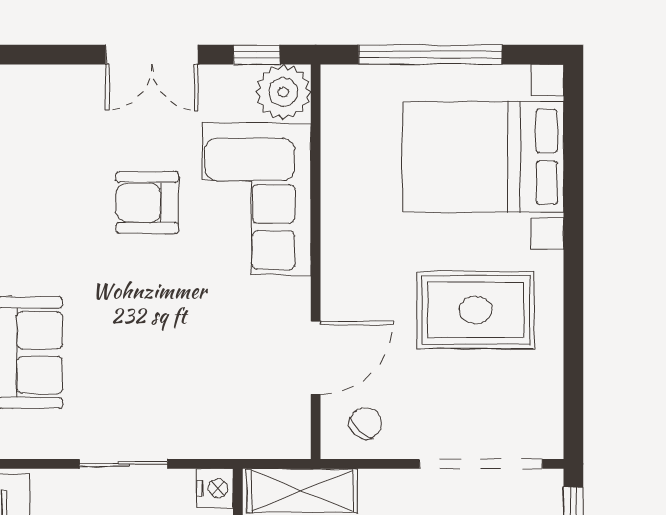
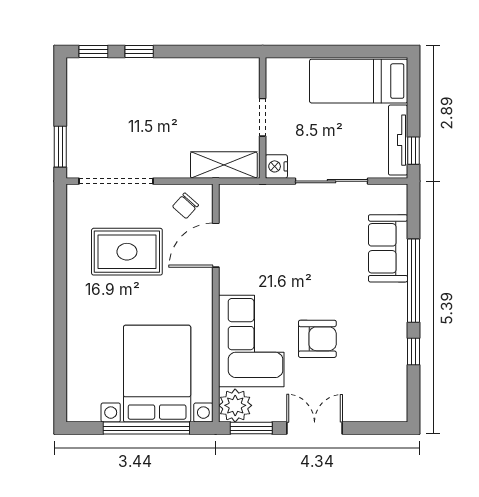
window: (257, 55) -> (251, 428), width x1.50
bed with nightstands: (483, 157) -> (157, 374), moved, turned -90
rug: (476, 310) -> (127, 252), moved
sliding door: (124, 464) -> (331, 181), width x1.37

